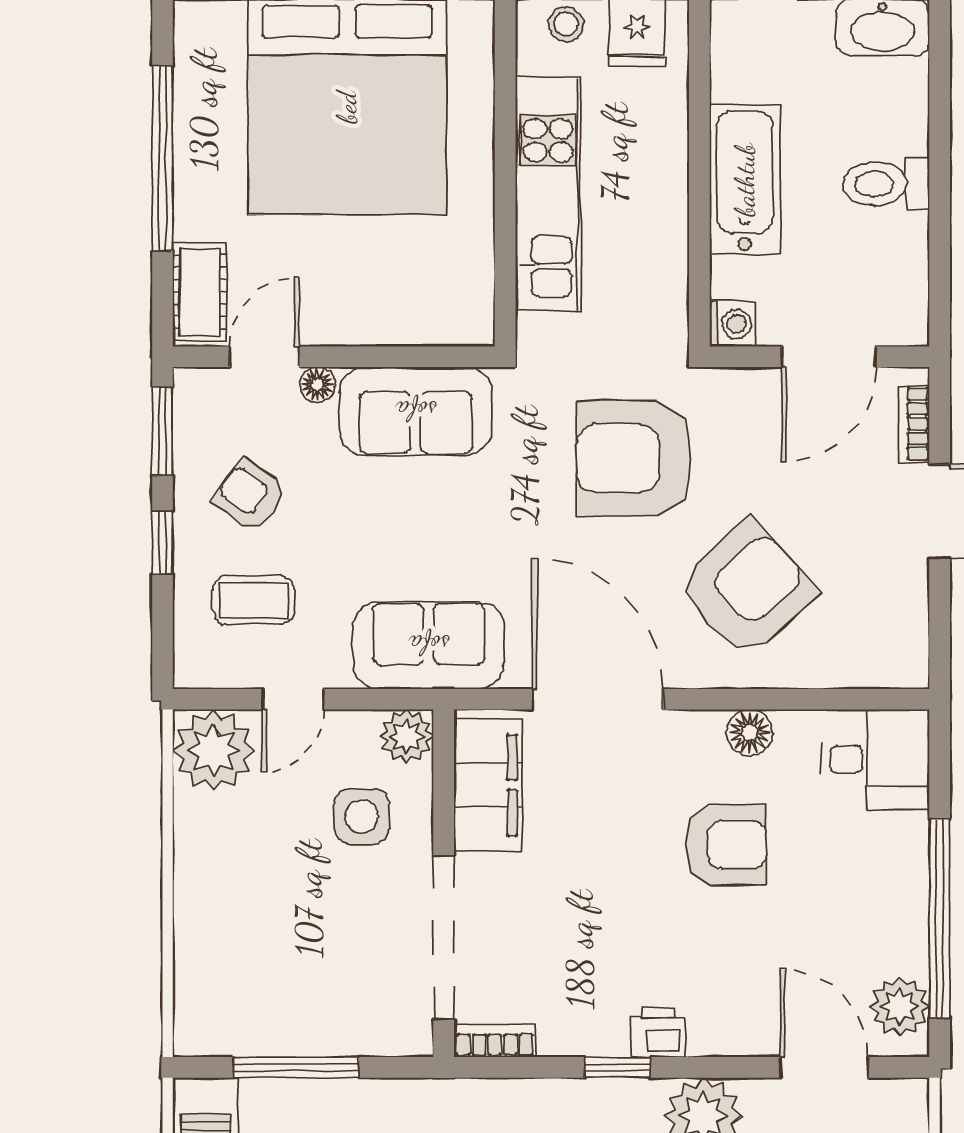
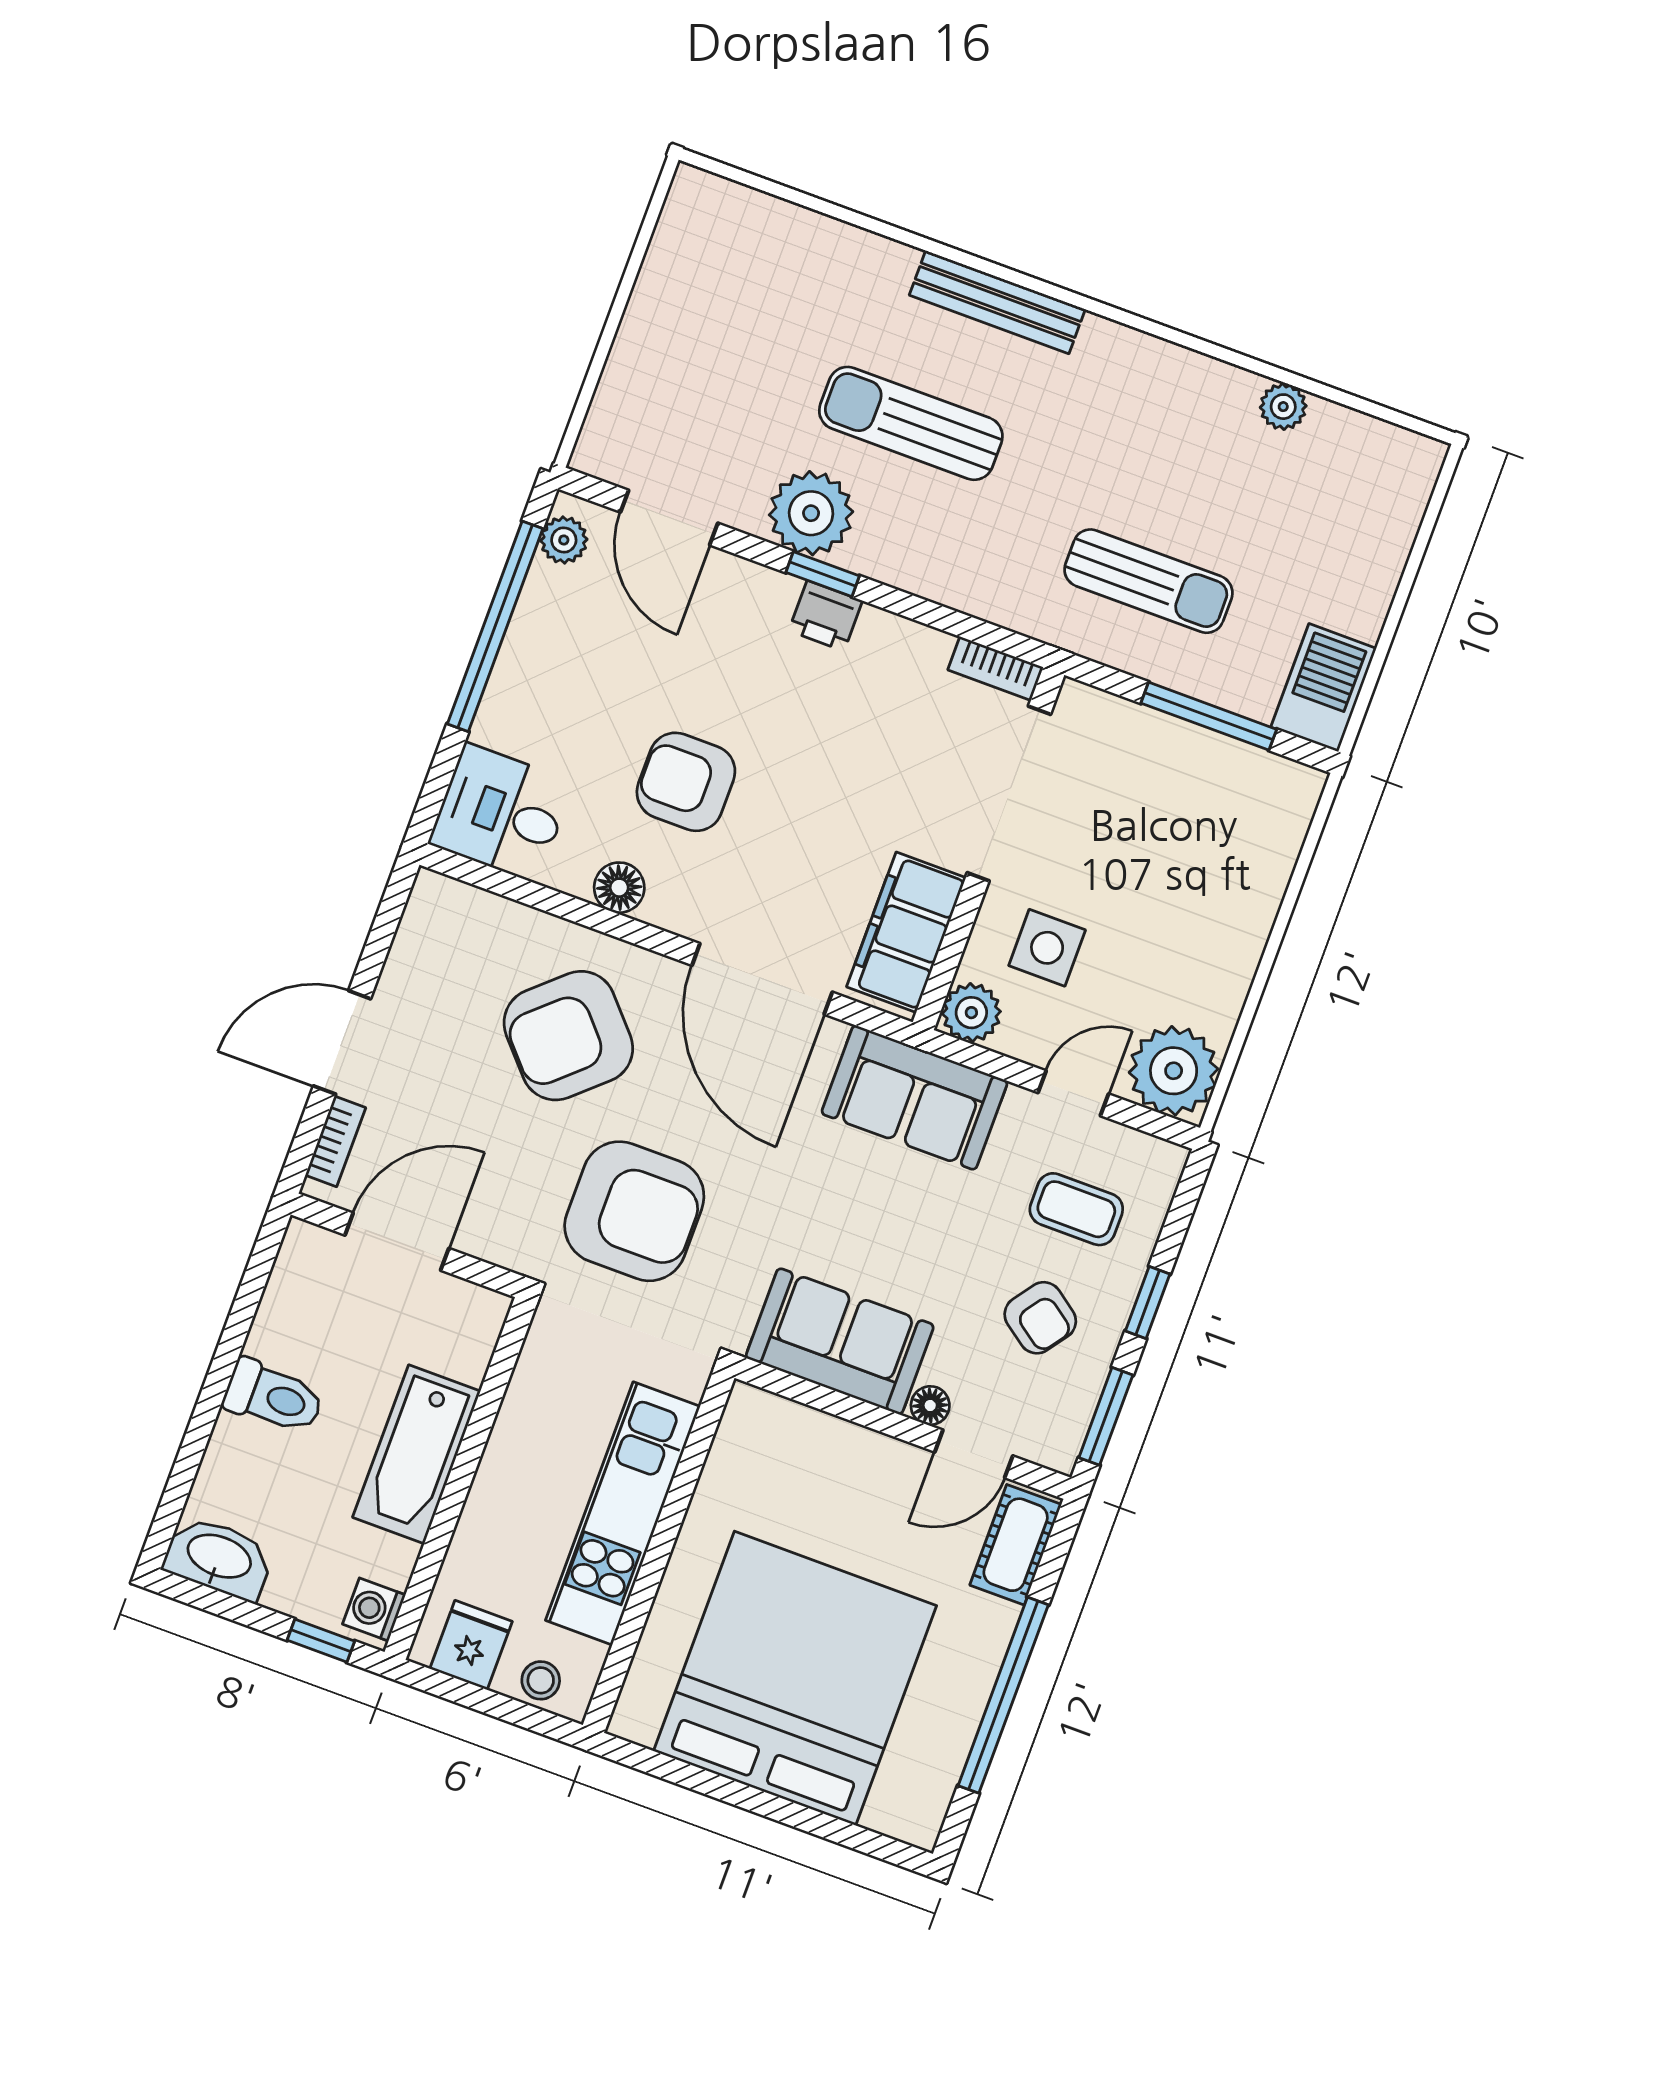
washing machine: (732, 324) -> (374, 1609), moved
plant: (900, 1007) -> (564, 540), width x0.73, depth x0.73
window: (618, 1067) -> (823, 574), moved

